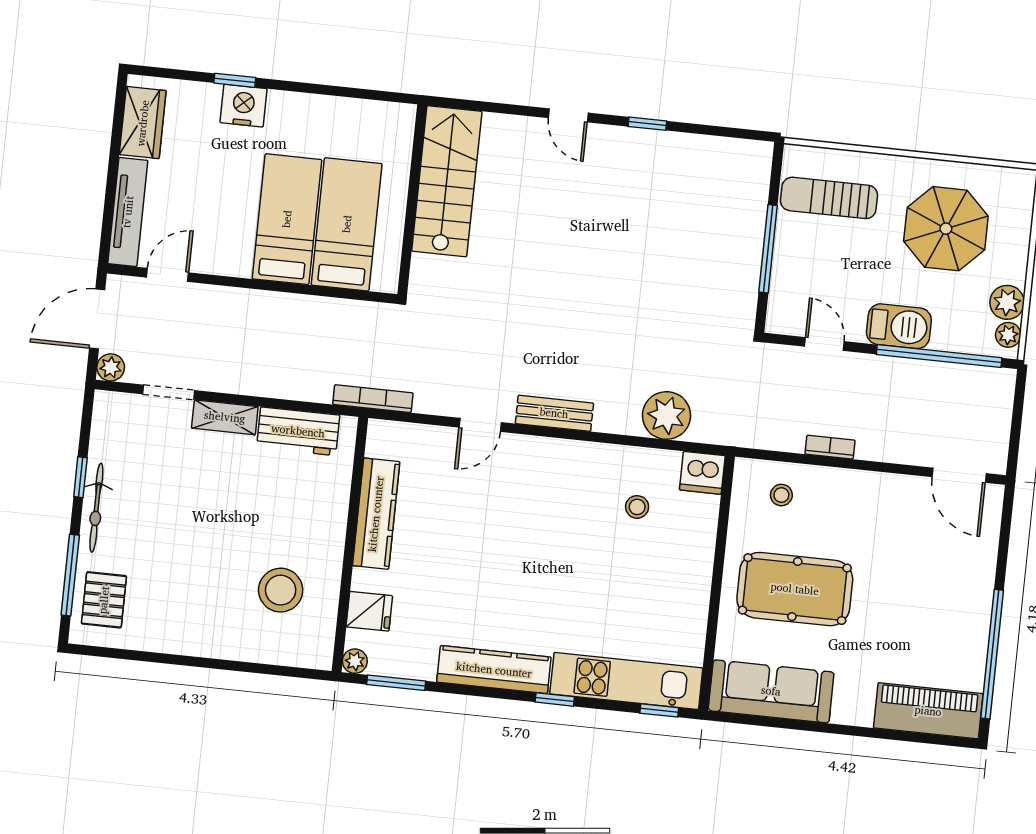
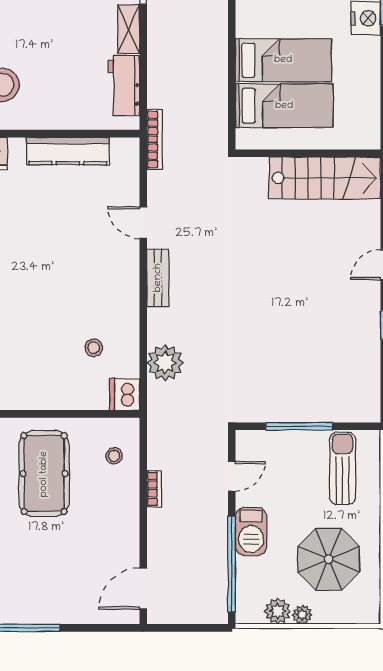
plant: (1008, 335) -> (302, 615), moved

